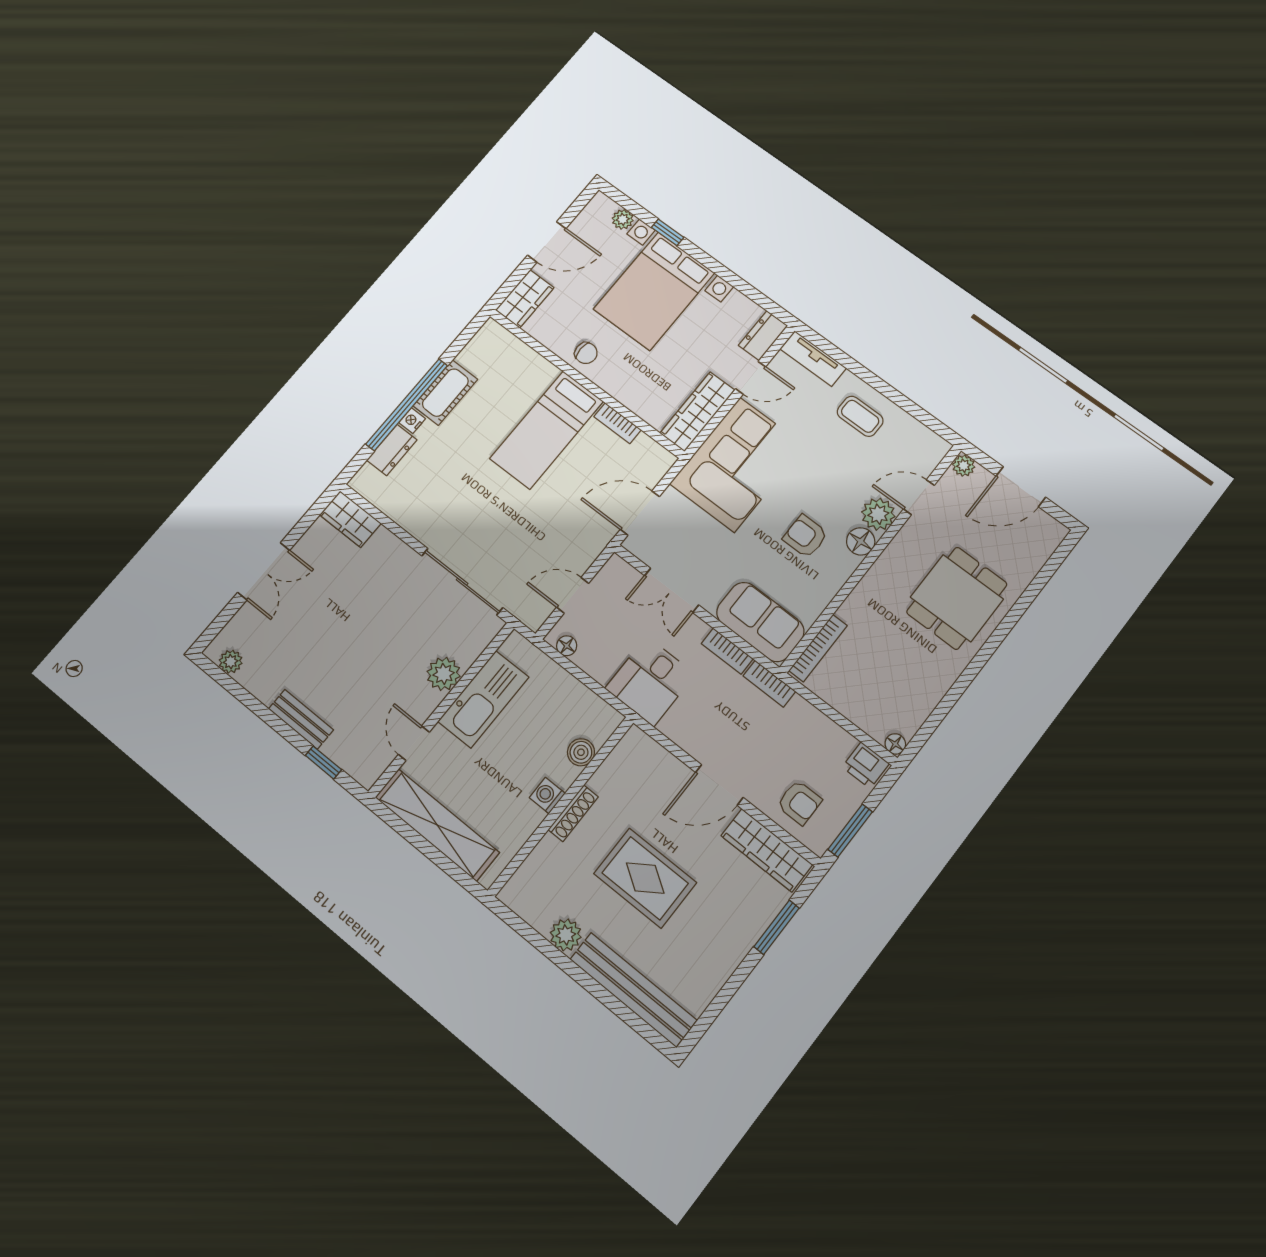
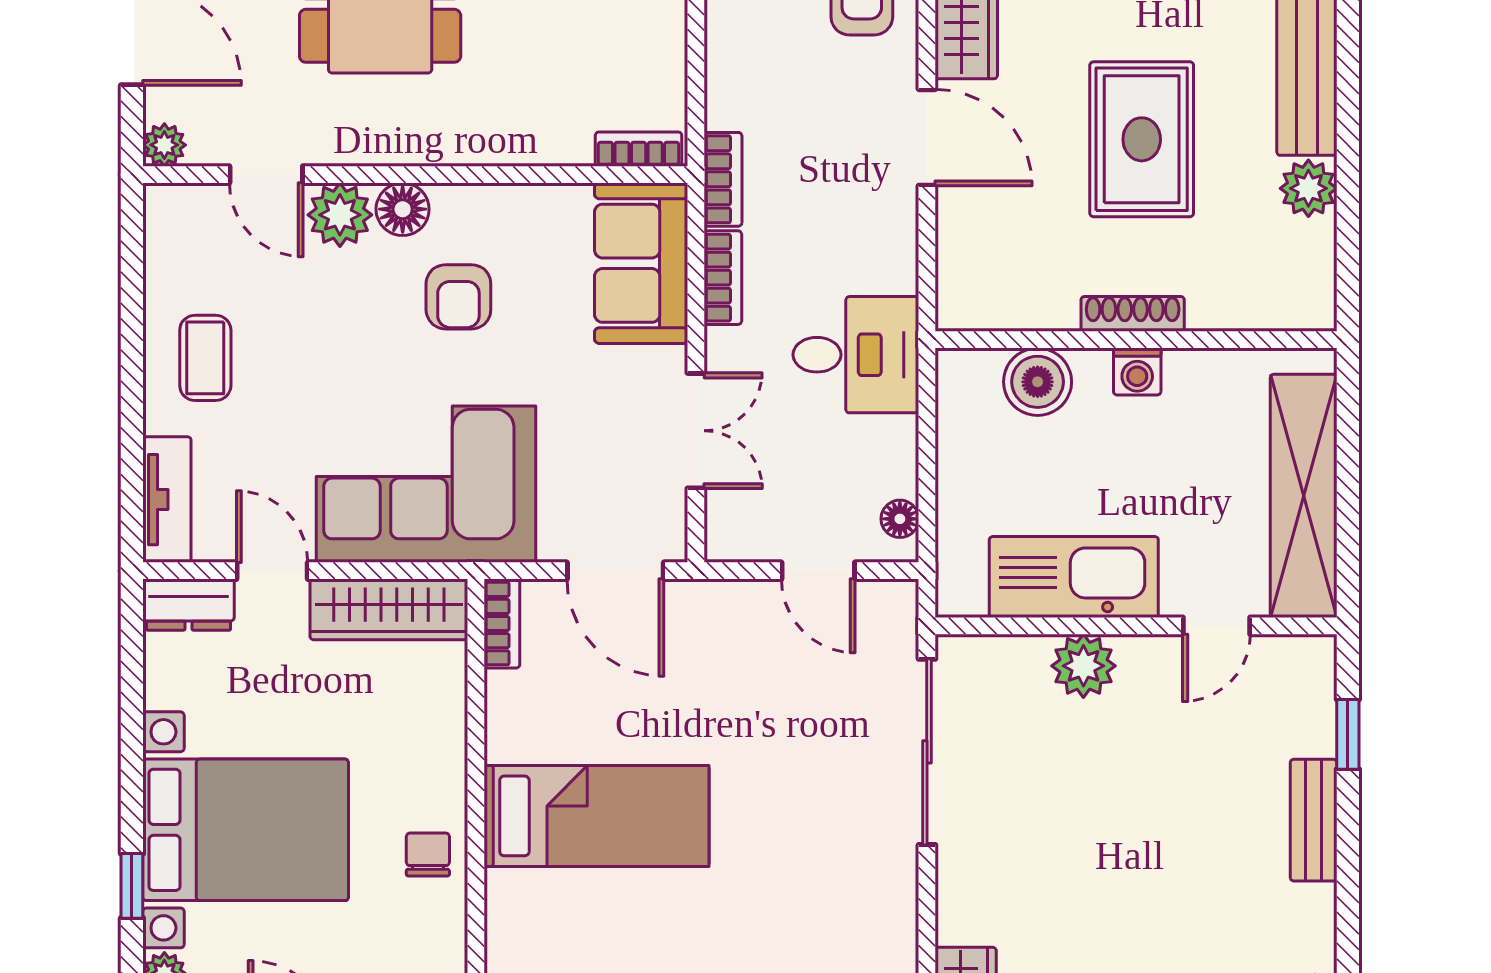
bookcase: (617, 423) -> (502, 624), moved
bookcase: (818, 648) -> (639, 149), width x0.64
boiler: (581, 752) -> (1038, 382), width x1.36, depth x1.36

